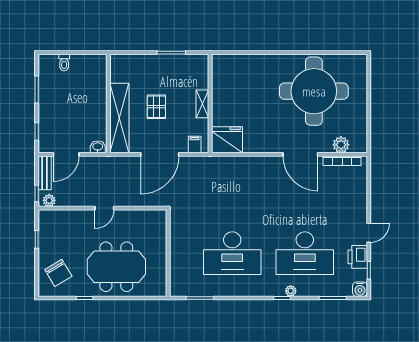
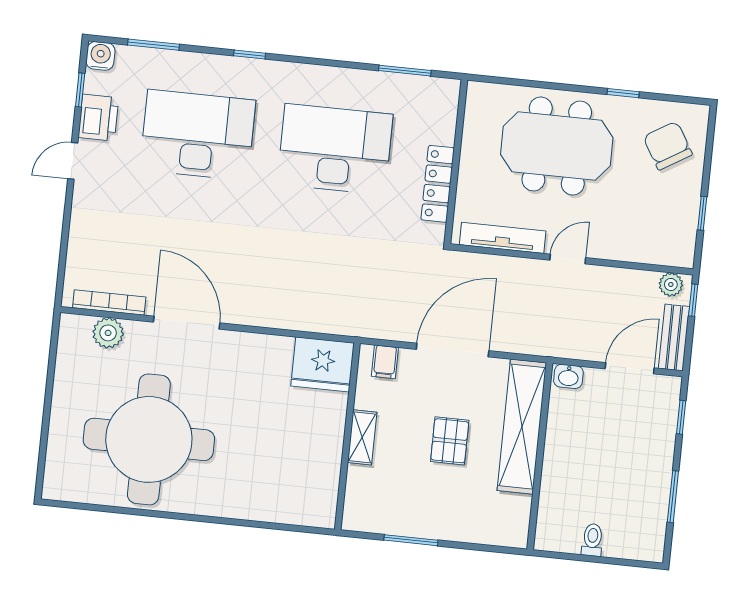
toilet: (64, 63) -> (592, 540), moved
tv unit: (140, 216) -> (503, 238), added
locker: (177, 240) -> (438, 184), added
plant: (291, 291) -> (232, 66), removed

